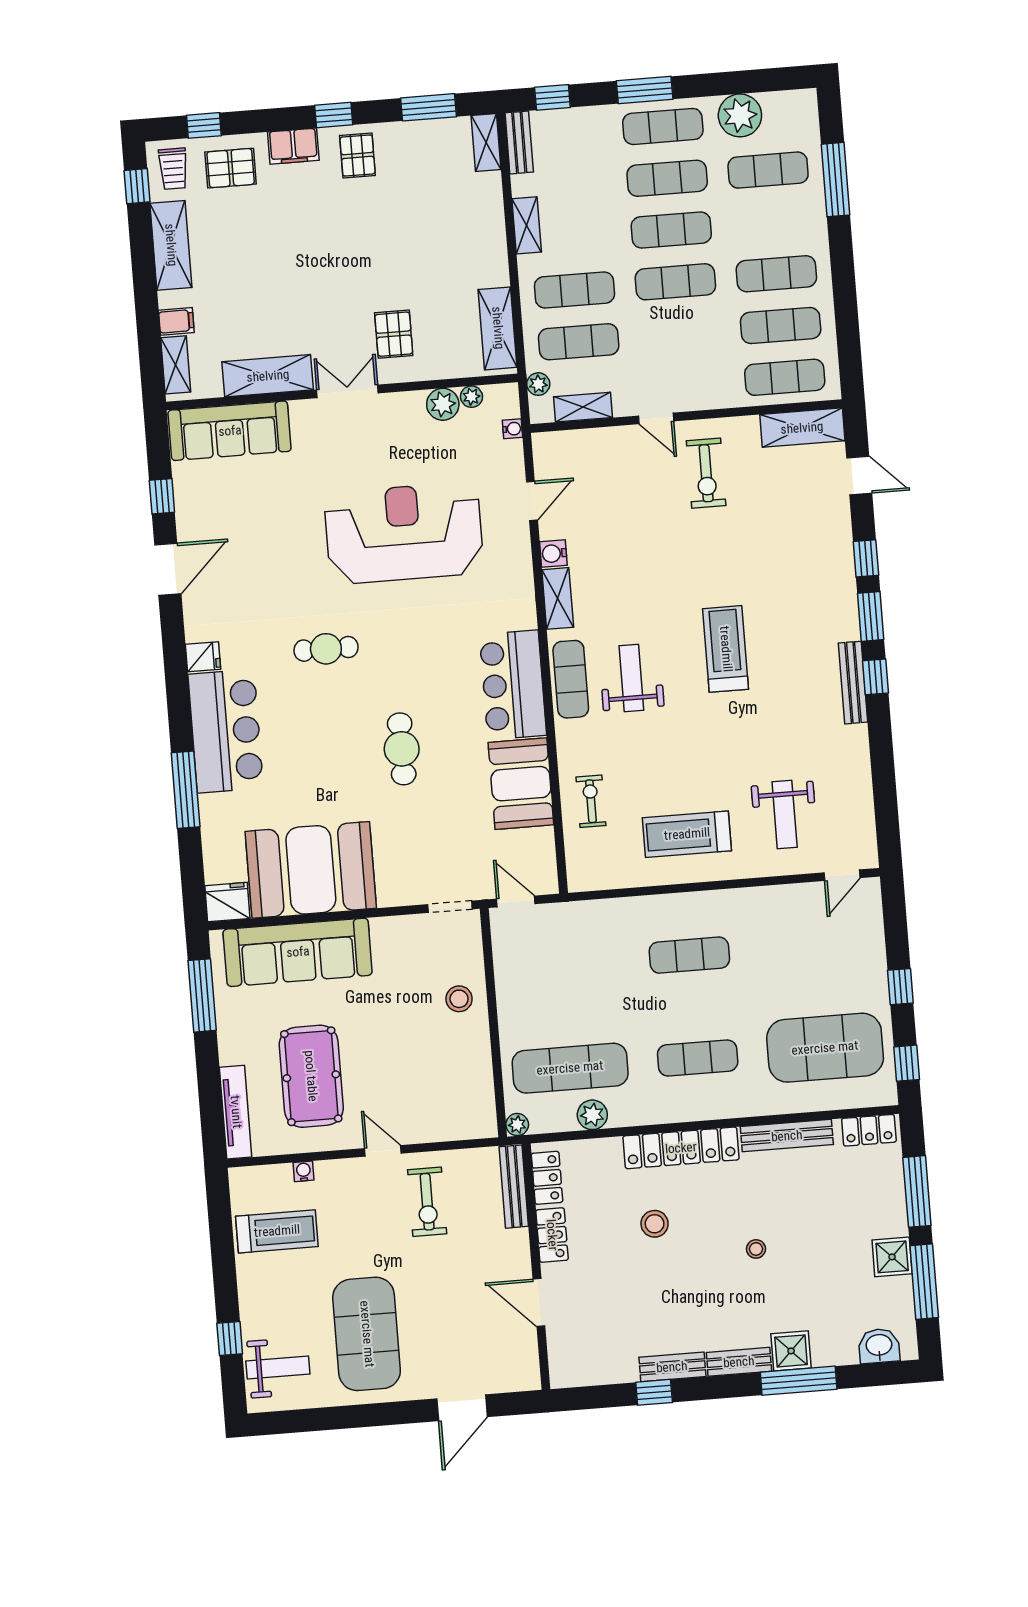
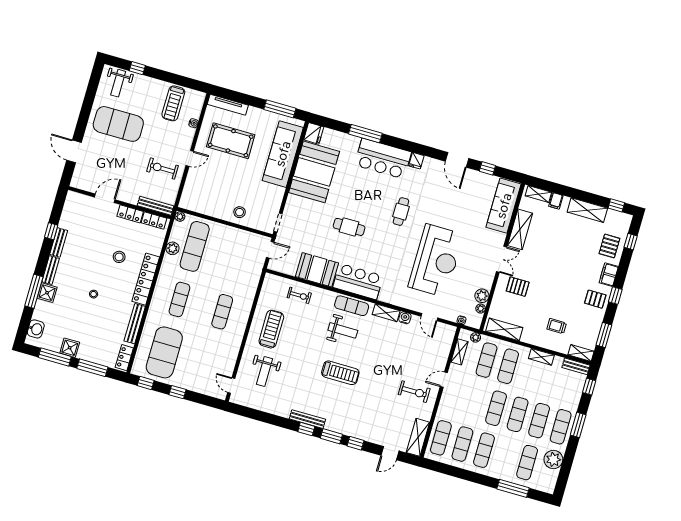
trolley: (173, 169) -> (557, 326), moved
exercise bike: (706, 473) -> (414, 392), turned 180
weight bench: (785, 814) -> (265, 371), turned -90

